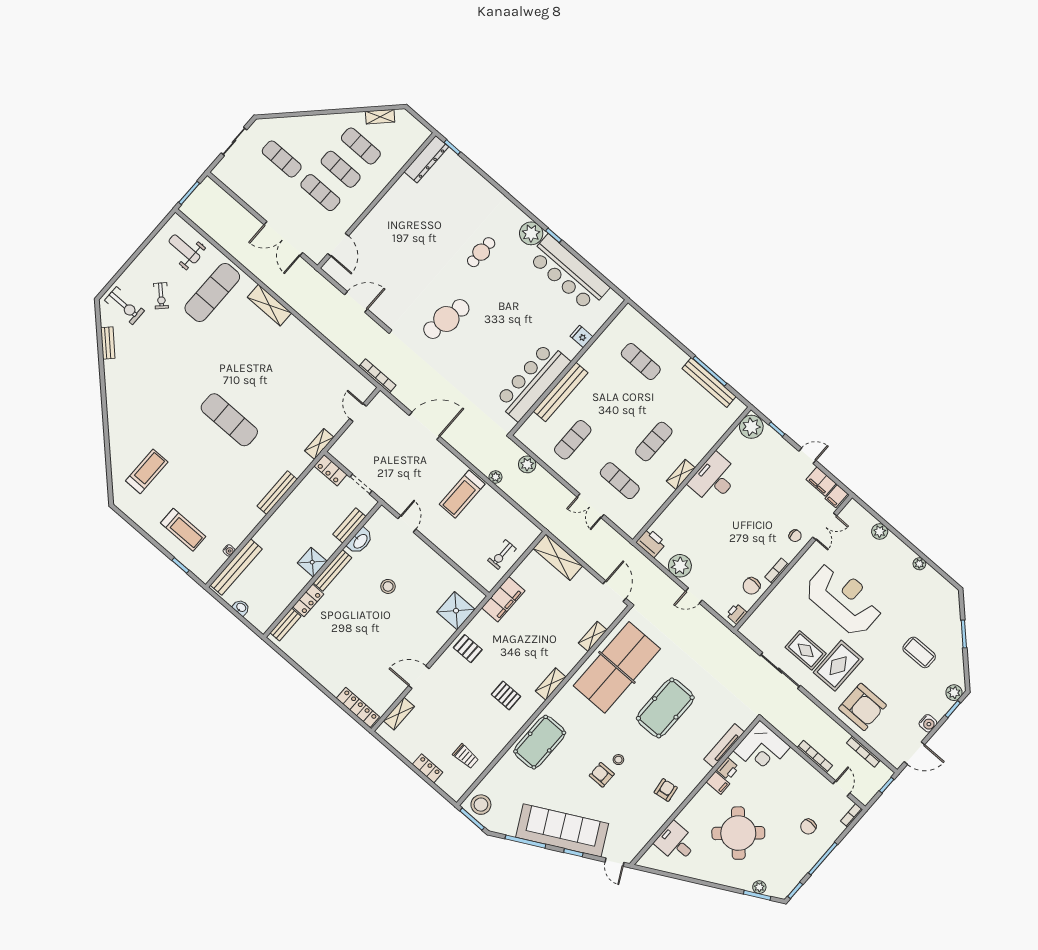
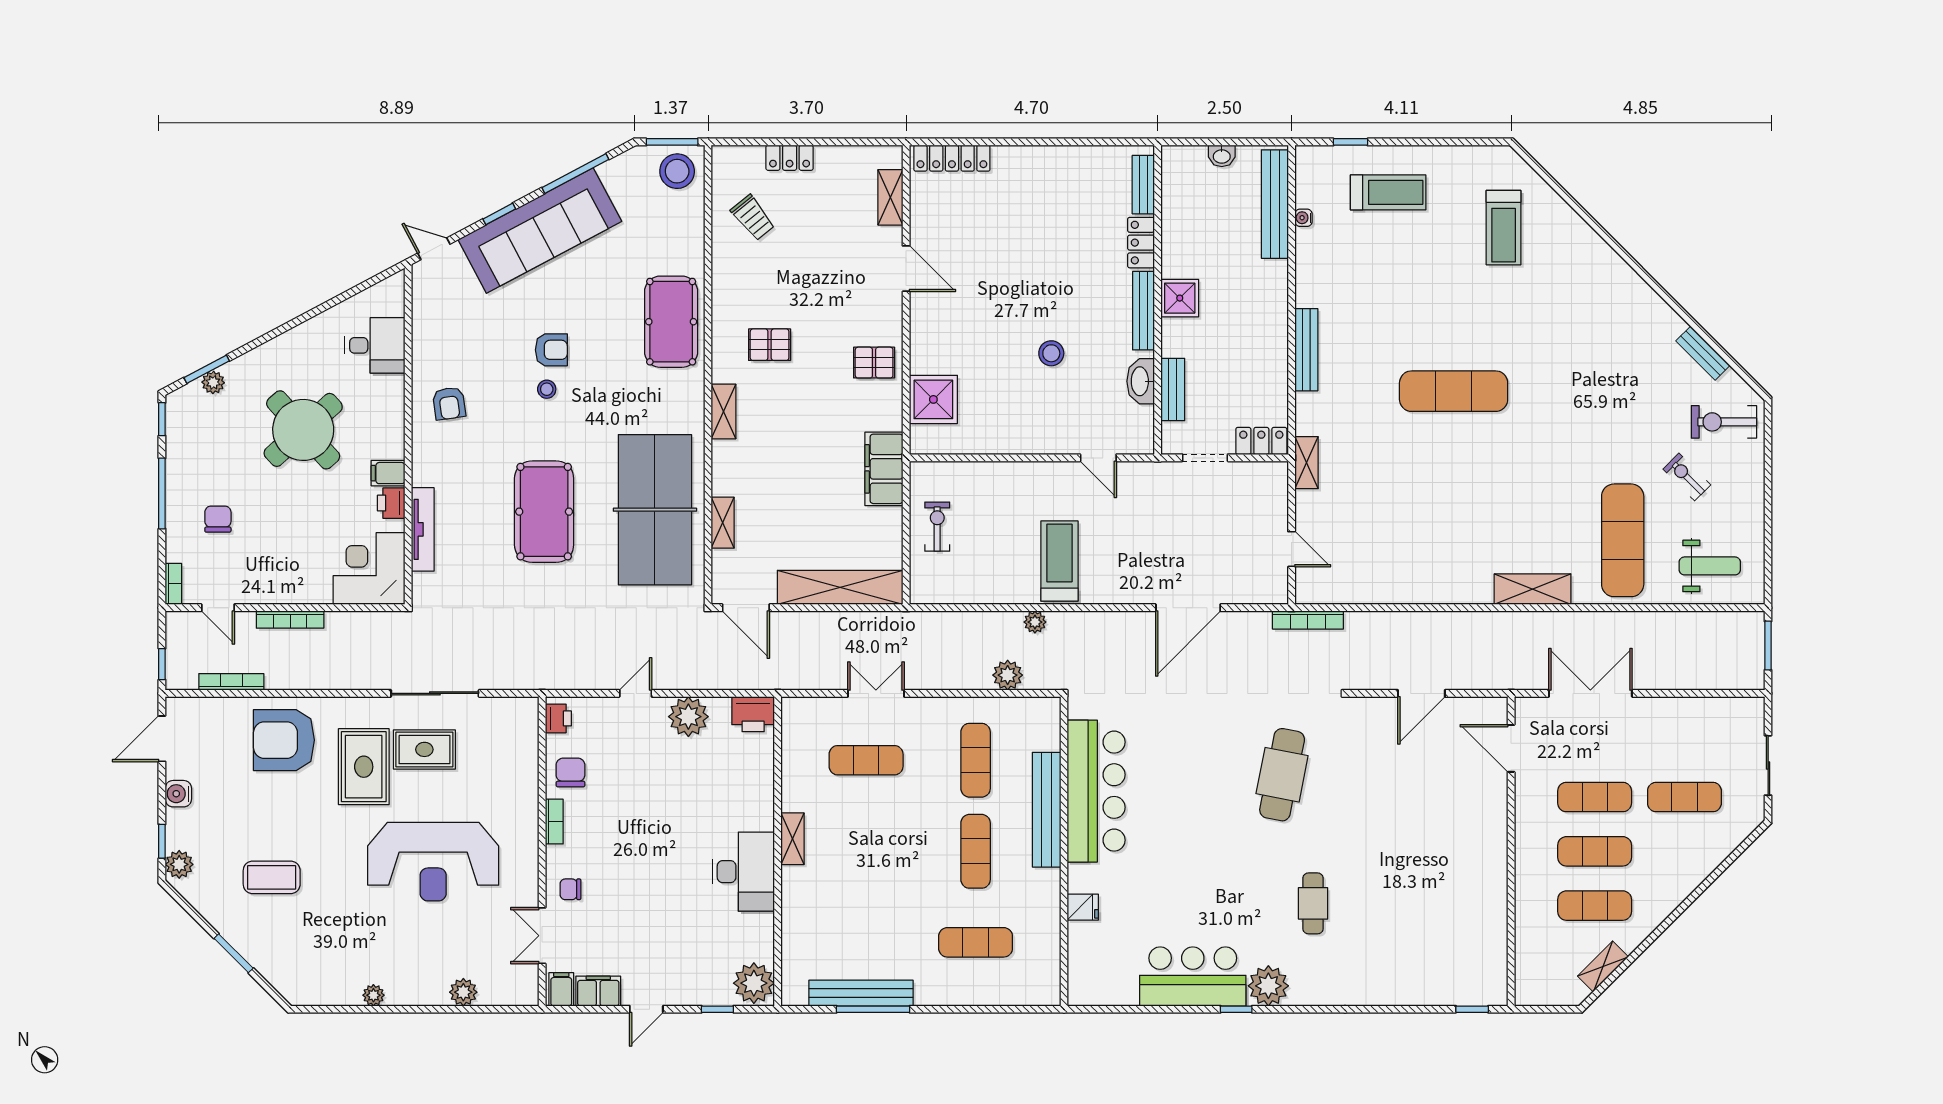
dresser: (426, 159) -> (1493, 963), removed
bar counter: (568, 273) -> (1193, 976), width x0.73
exercise mat: (654, 442) -> (976, 851), moved
treadmill: (183, 530) -> (1388, 192), turned 180
shelving: (558, 557) -> (840, 587), width x1.47
door: (419, 677) -> (906, 269), hinge flipped
trolley: (466, 756) -> (753, 218), turned -129

